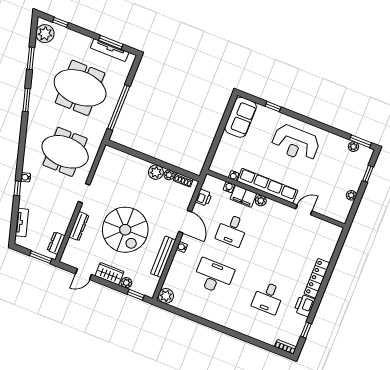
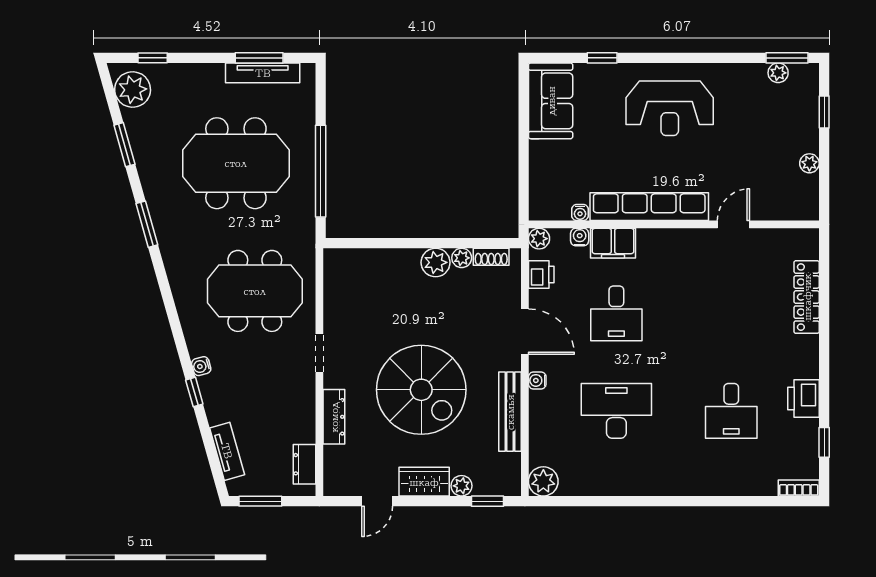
plant: (261, 201) -> (539, 239), moved
window: (41, 257) -> (260, 501), moved
locker: (317, 278) -> (807, 297), moved

